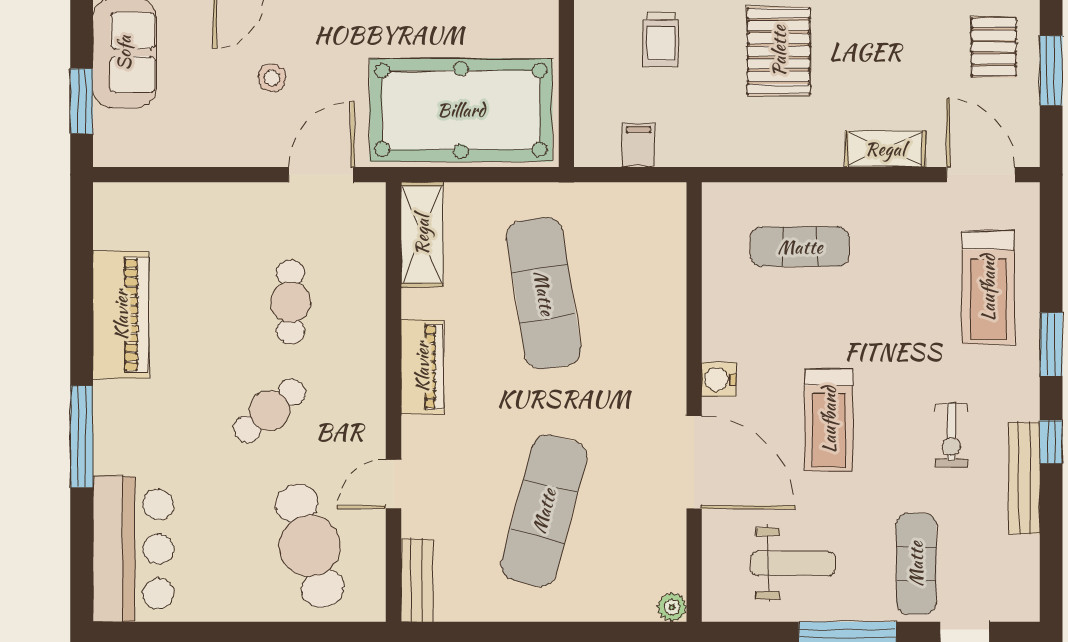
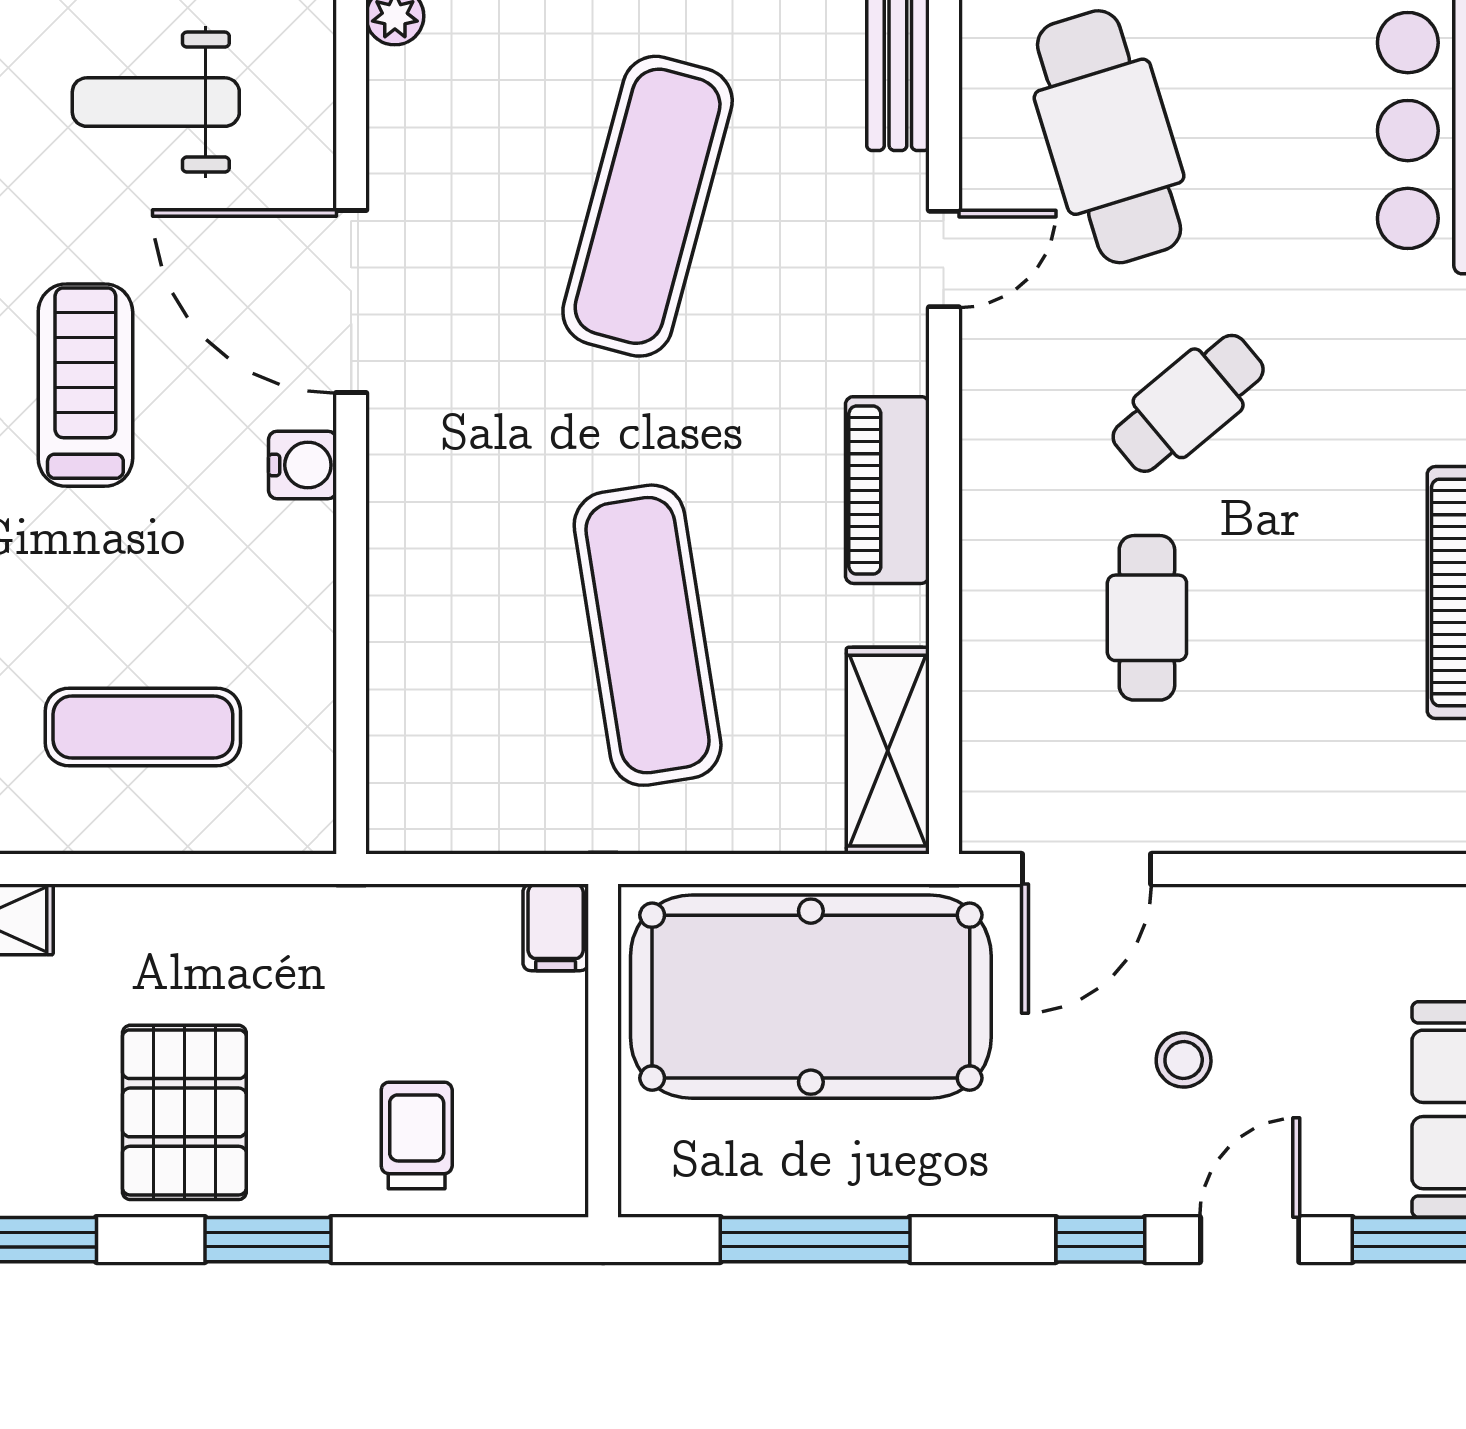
filing cabinet: (638, 145) -> (556, 927), moved

